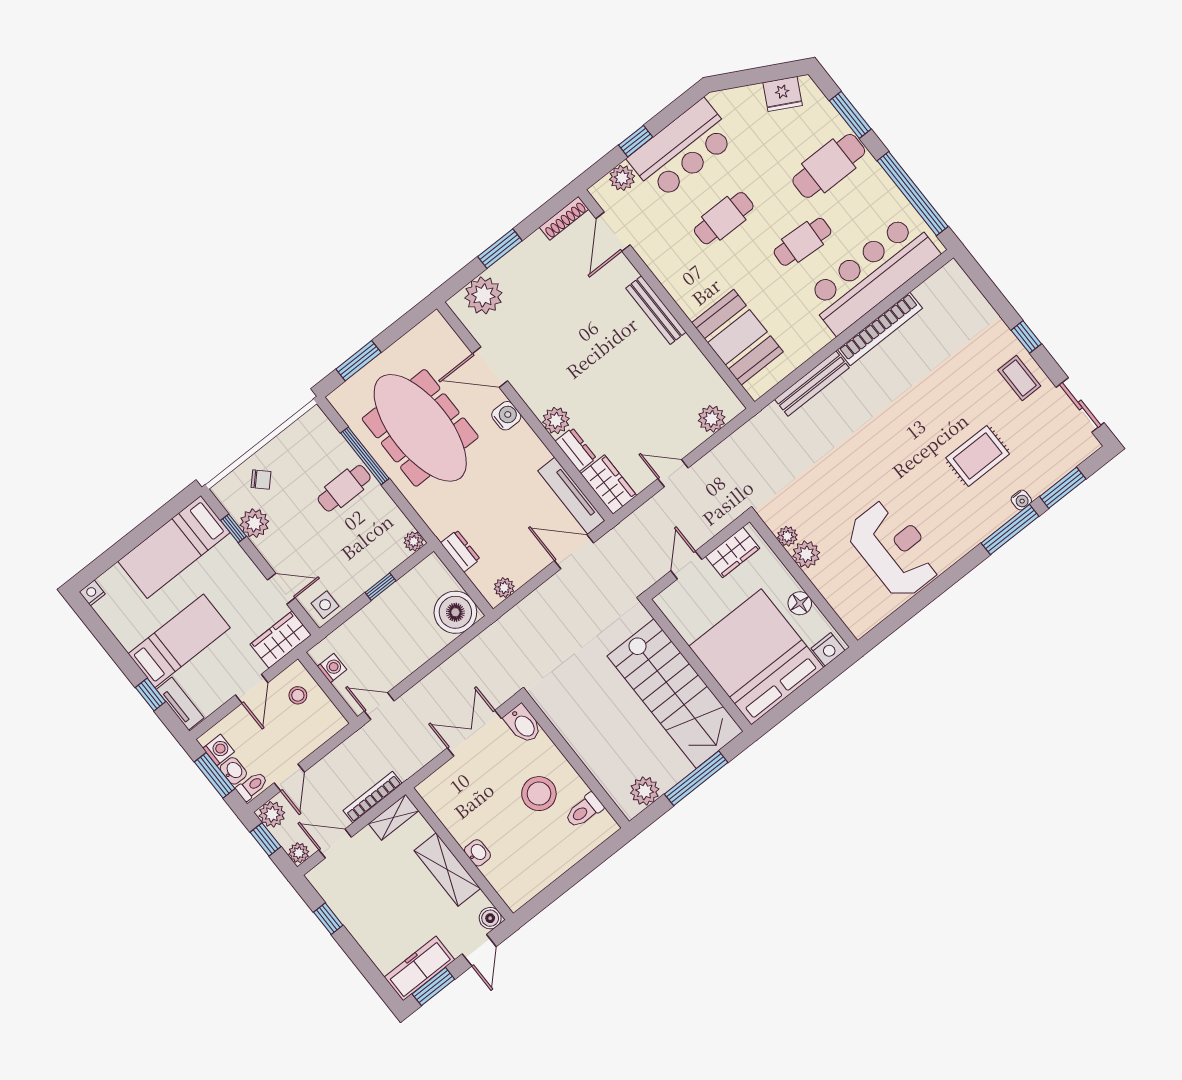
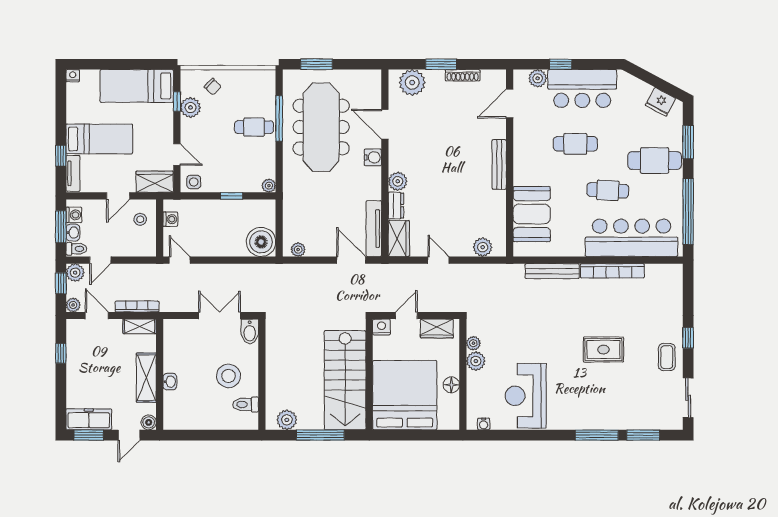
shoe rack: (564, 218) -> (463, 75), moved
rug: (978, 456) -> (603, 349), moved
water cooler: (1021, 500) -> (484, 424), moved
reception desk: (894, 549) -> (526, 396), turned 180
dresser: (460, 551) -> (290, 211), removed
nightstand: (828, 649) -> (381, 327), moved, turned 180

